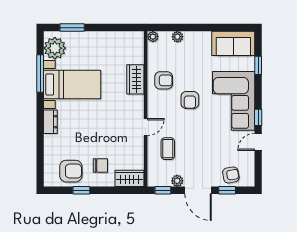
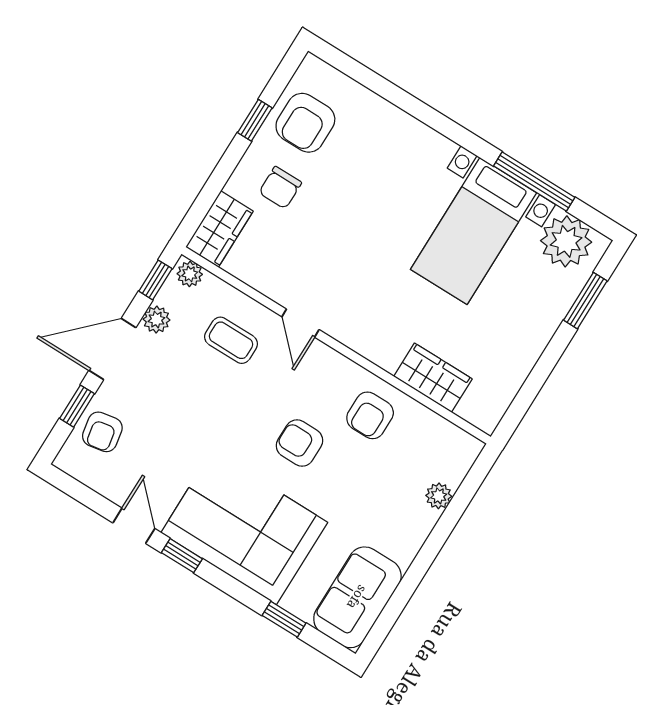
plant: (153, 37) -> (190, 274), moved
wardrobe: (135, 79) -> (433, 378), moved
dresser: (50, 122) -> (427, 143), removed

